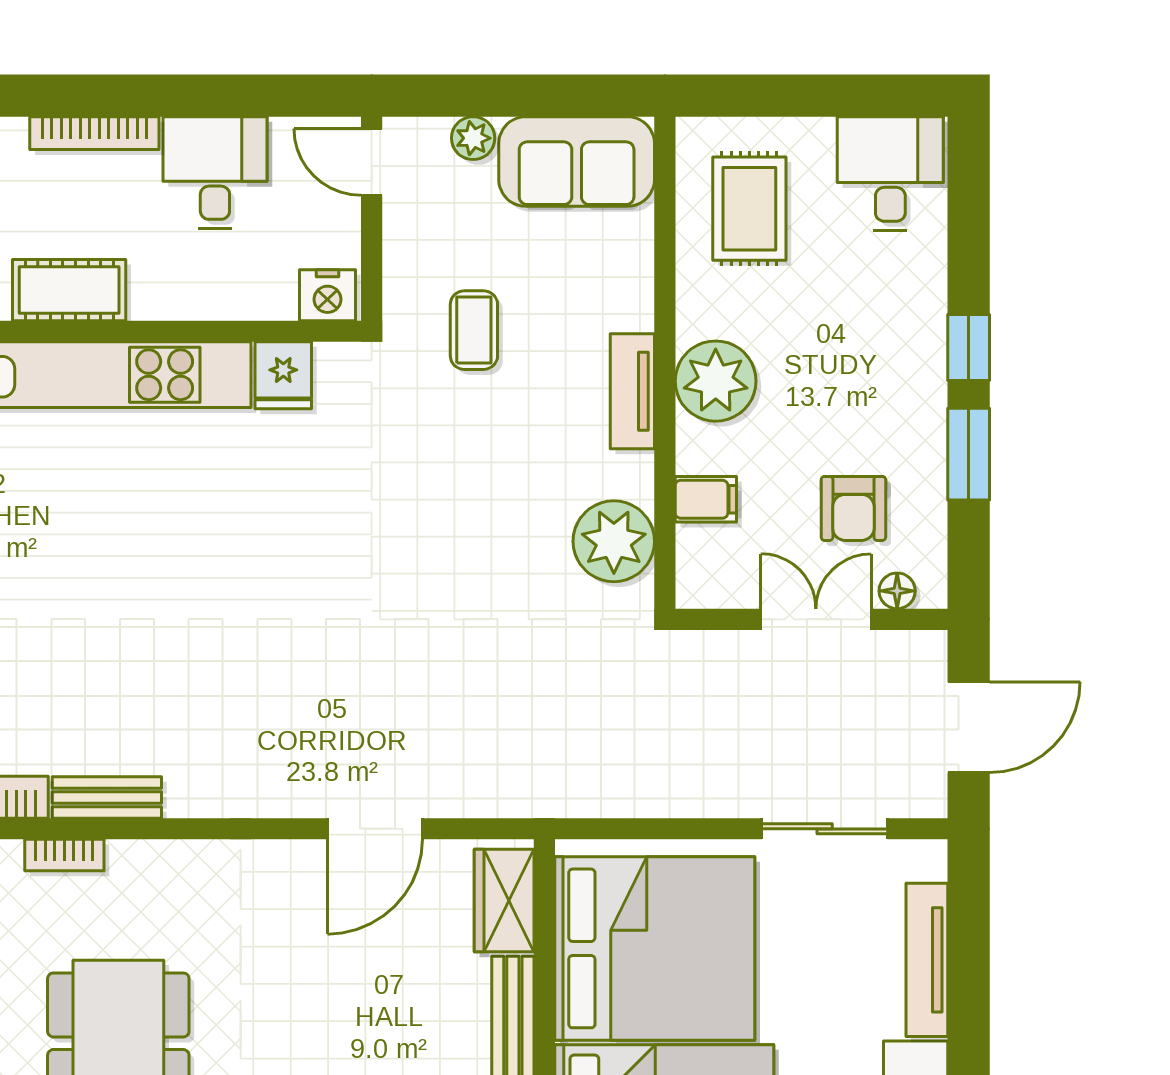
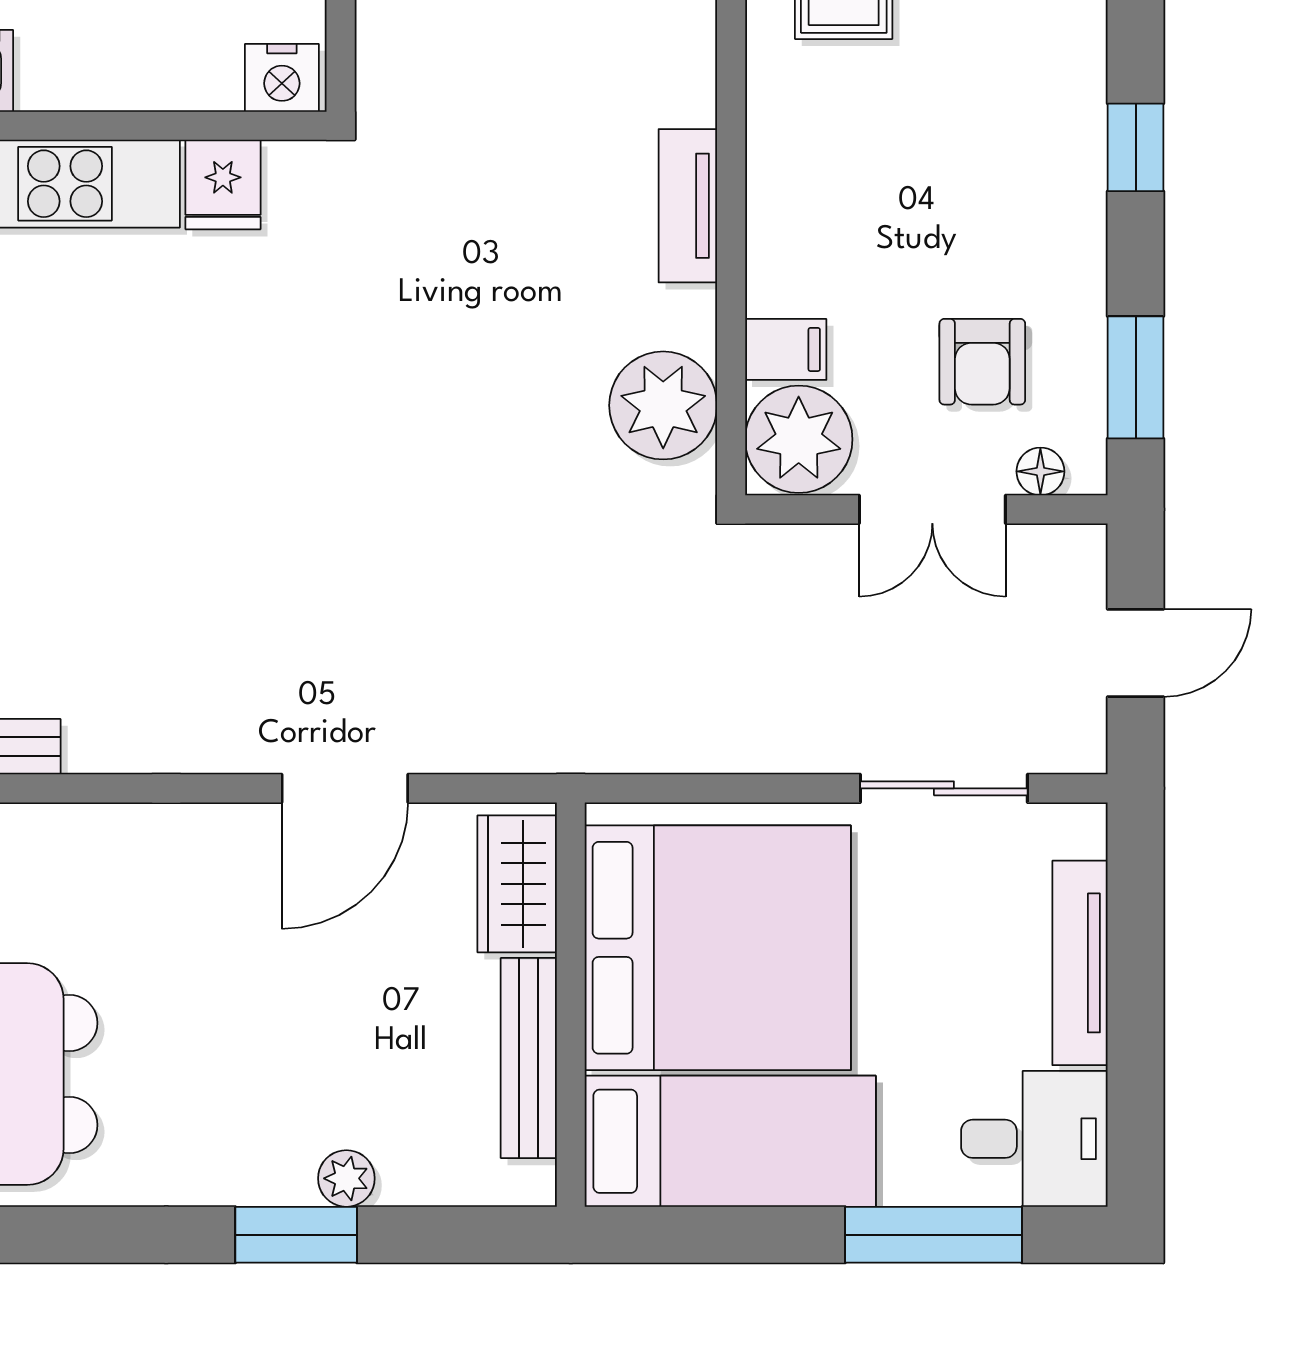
coffee table: (474, 330) -> (477, 124), removed
plant: (716, 381) -> (799, 439), moved
window: (969, 454) -> (1136, 377), moved
double door: (816, 619) -> (932, 509), swing flipped
door: (969, 727) -> (1136, 653), width x0.73

